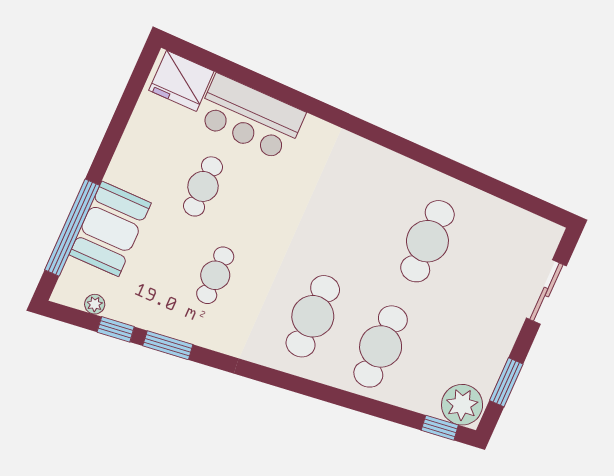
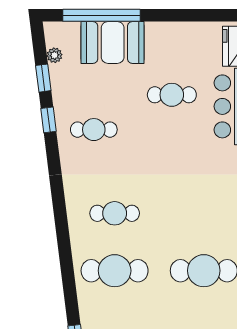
cafe table: (215, 275) -> (94, 130), moved
cafe table: (313, 316) -> (115, 213), width x0.73, depth x0.74
window: (168, 345) -> (49, 120), width x0.67

